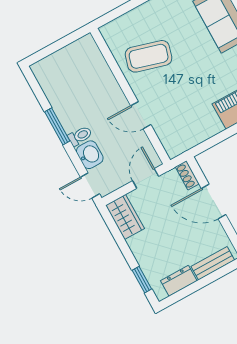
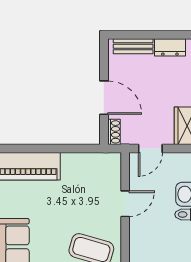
door: (141, 115) -> (125, 204), hinge flipped

